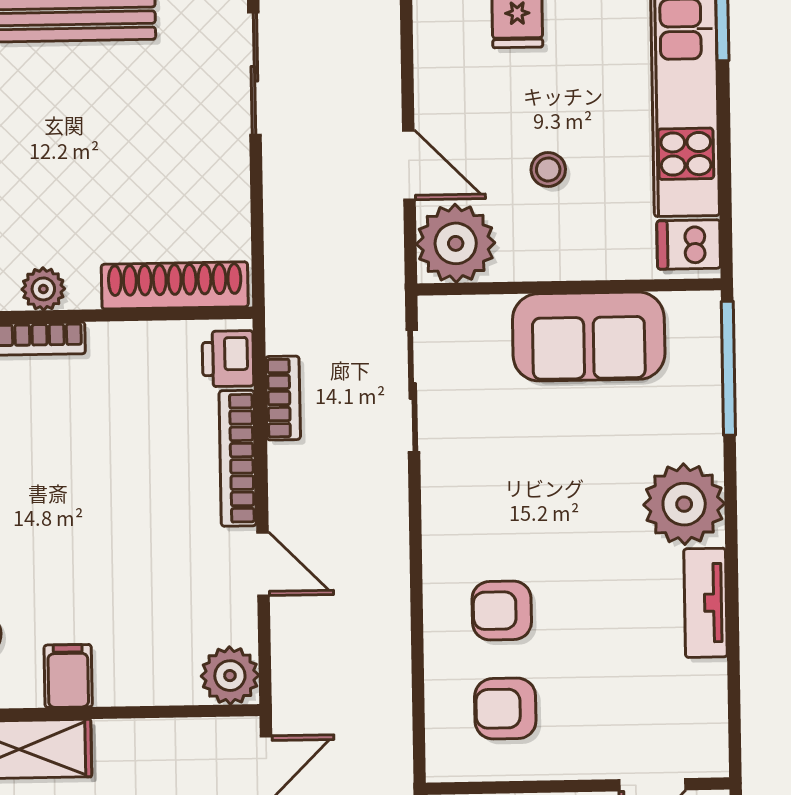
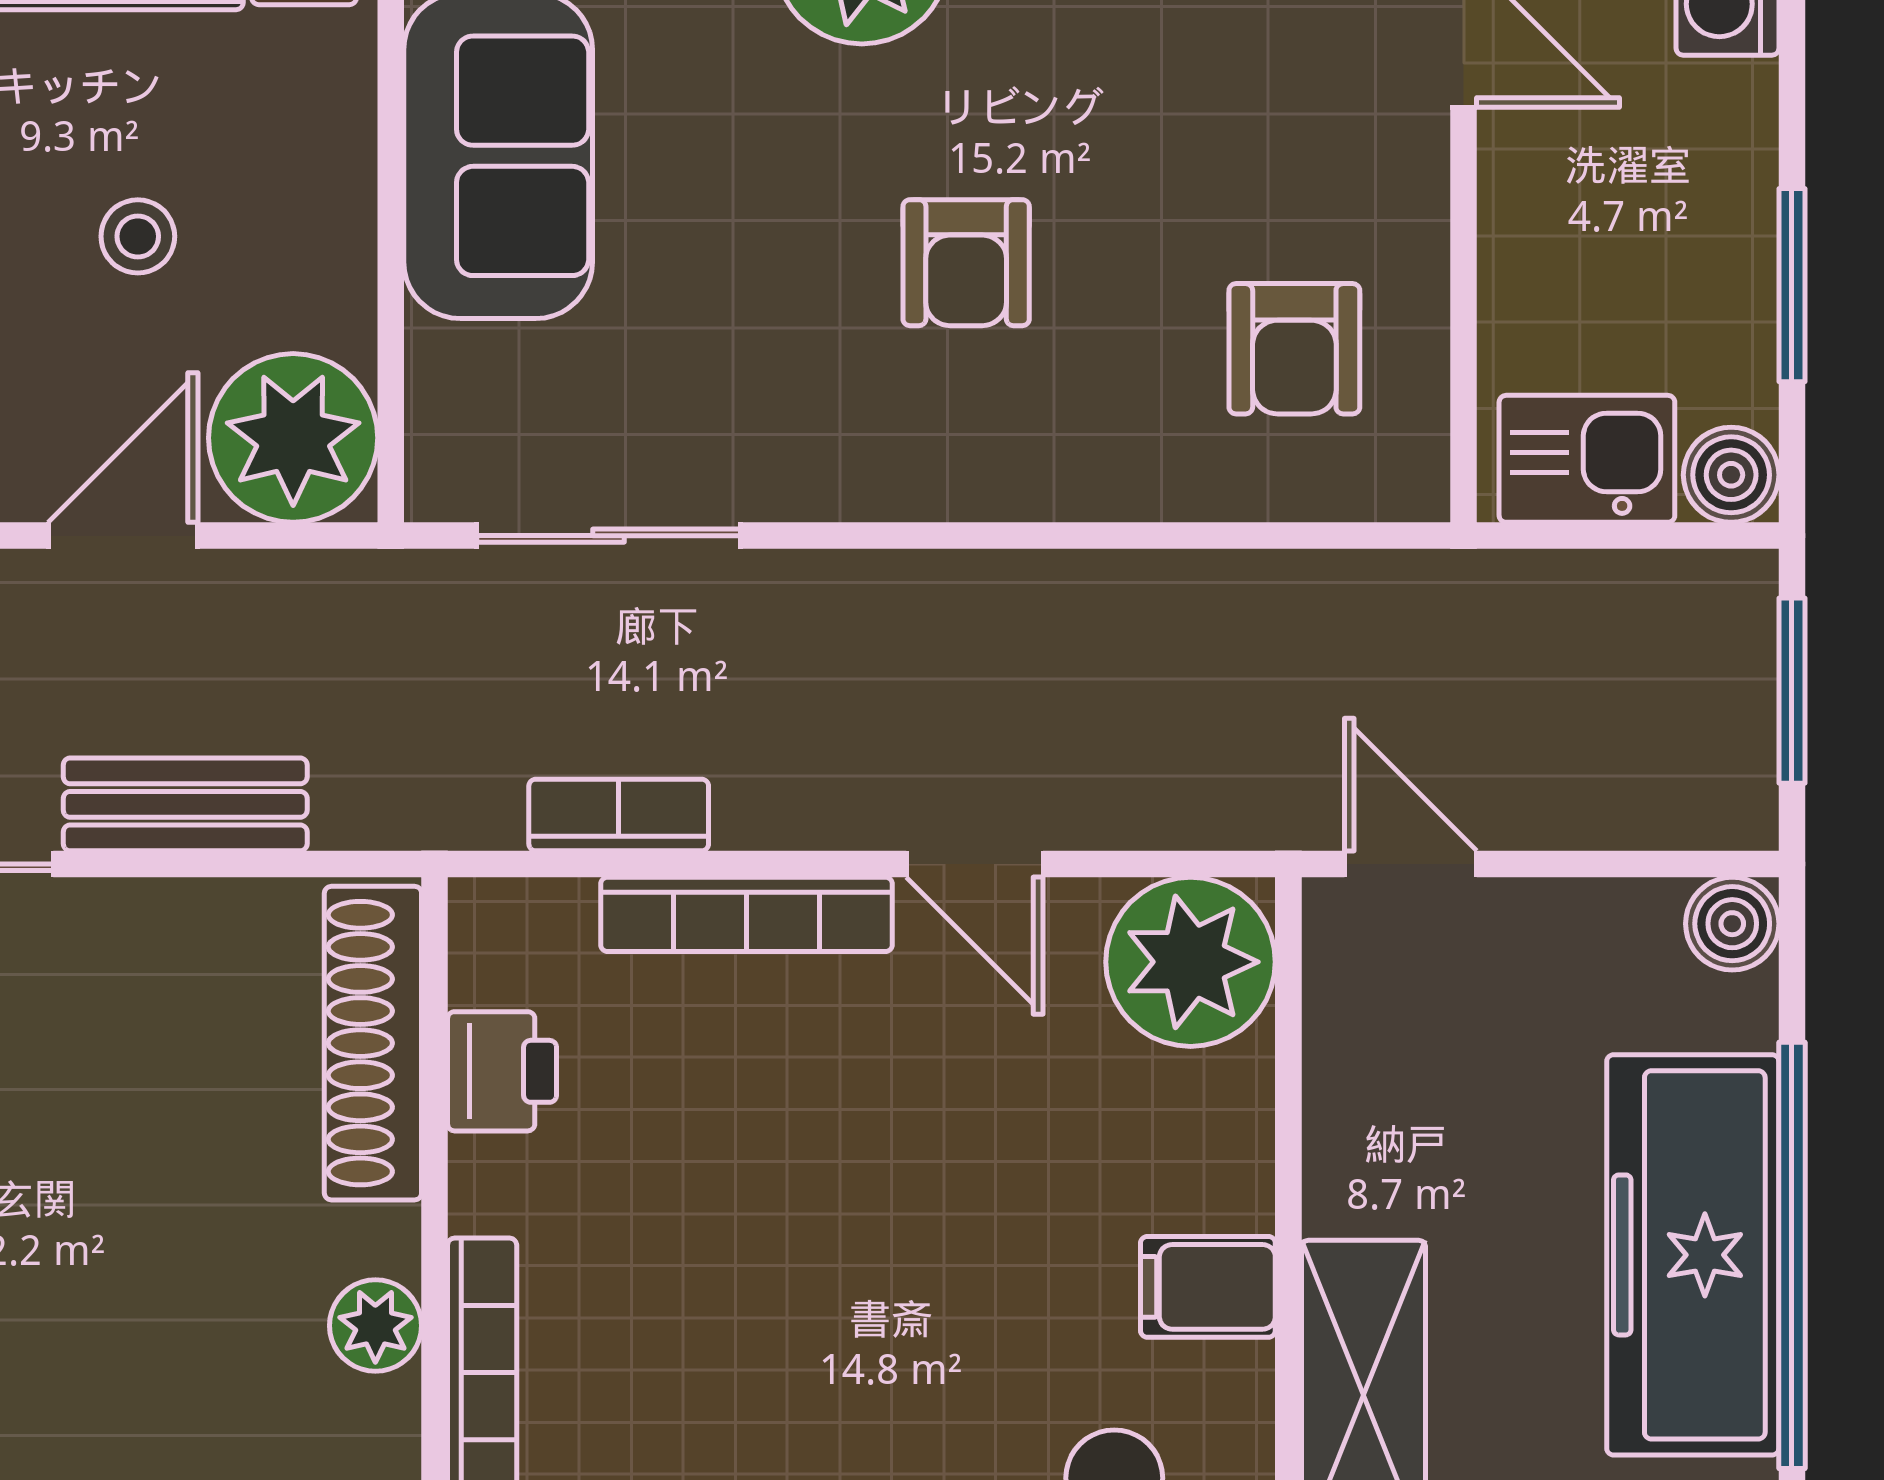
bench: (284, 196) -> (185, 804), added
printer: (228, 359) -> (502, 1071), moved, turned -90
door: (263, 564) -> (975, 864), swing flipped
armchair: (502, 610) -> (966, 263), moved
plant: (230, 676) -> (1191, 962), width x1.36, depth x1.36

